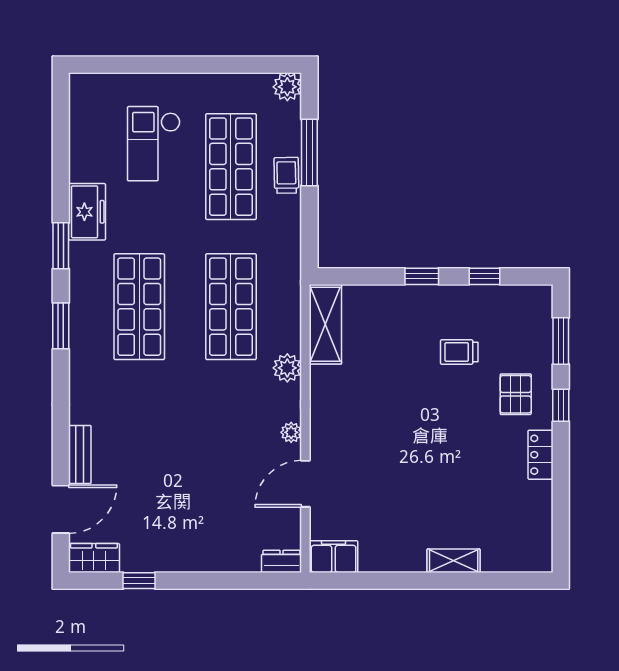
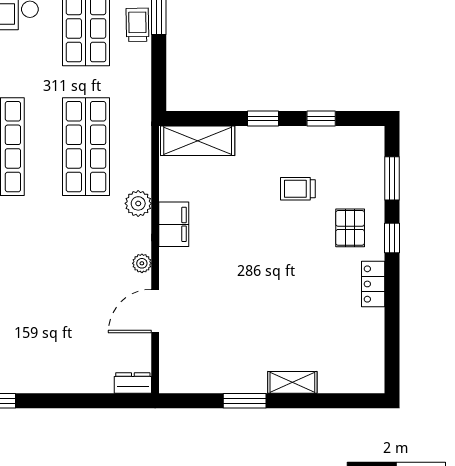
shelving: (325, 324) -> (198, 141), moved, turned 90
filing cabinet: (334, 557) -> (174, 224), moved, turned 90
window: (402, 581) -> (245, 401), added

